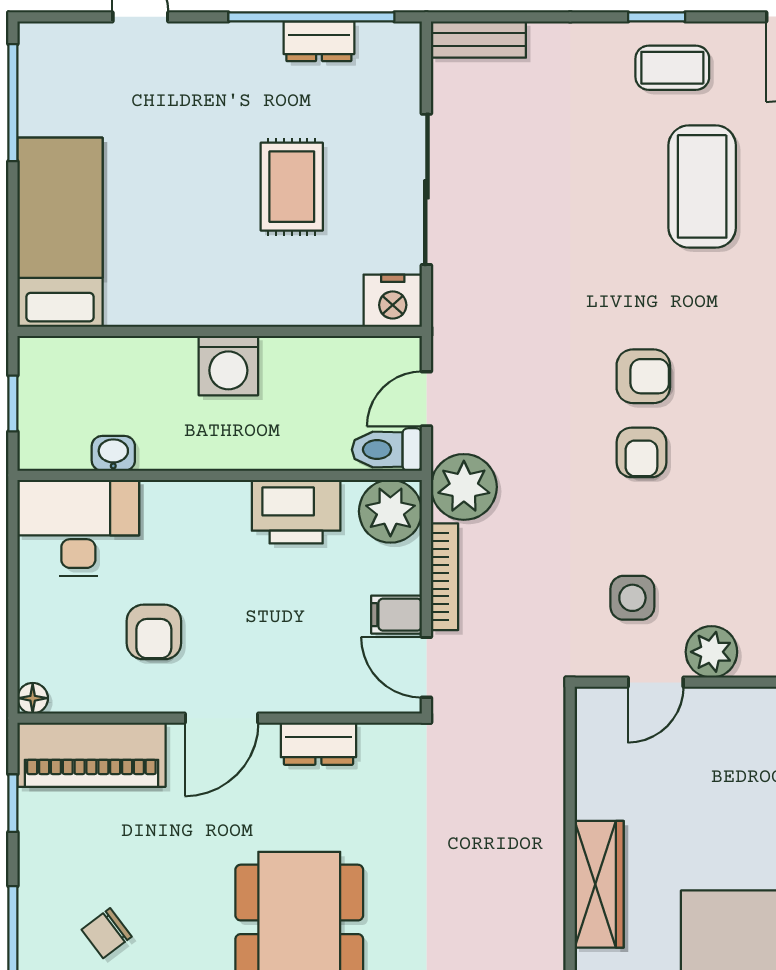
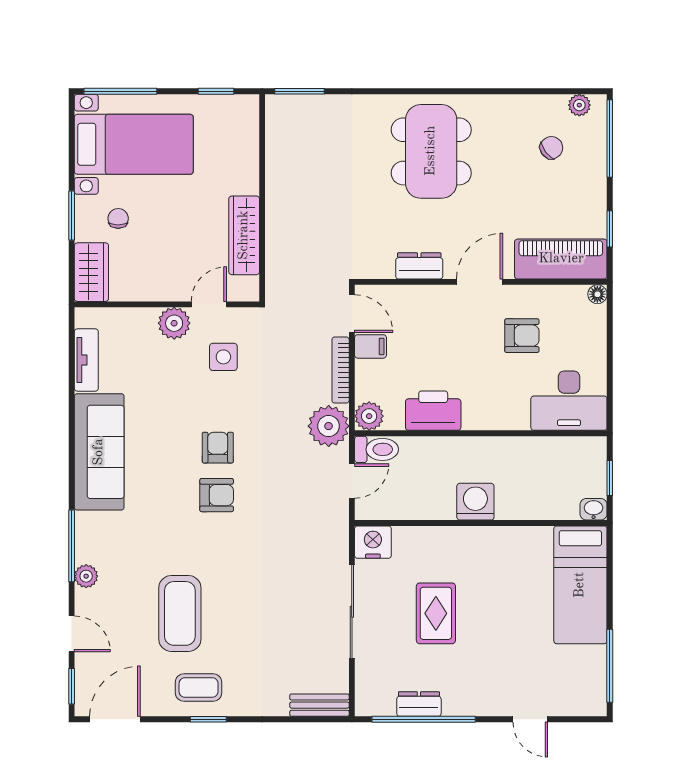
armchair: (643, 376) -> (217, 495), turned 180
washbasin: (113, 453) -> (594, 509), moved, turned 180
plant: (390, 511) -> (369, 416), width x0.73, depth x0.73
armchair: (154, 632) -> (522, 336), turned 90
wardrobe: (599, 884) -> (244, 235), moved

